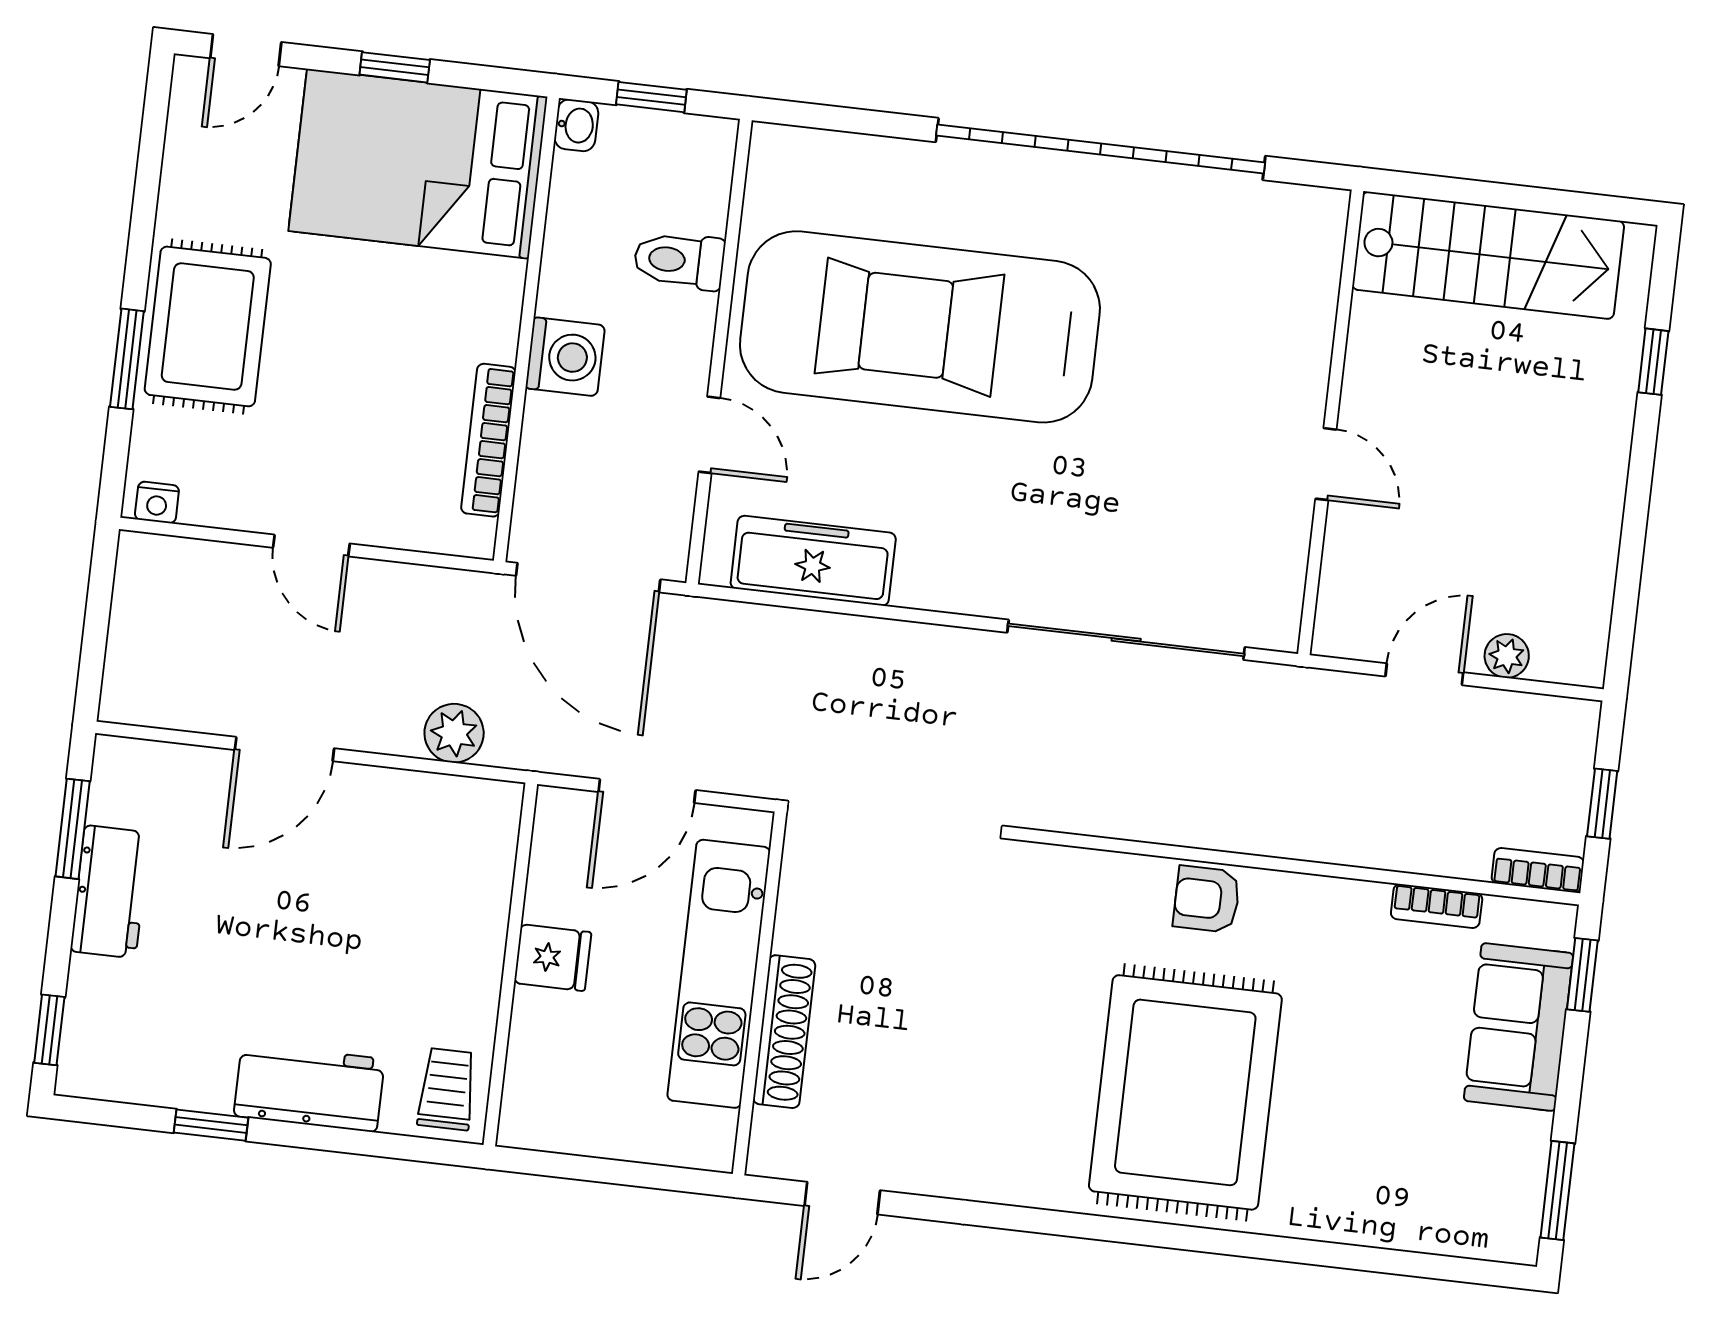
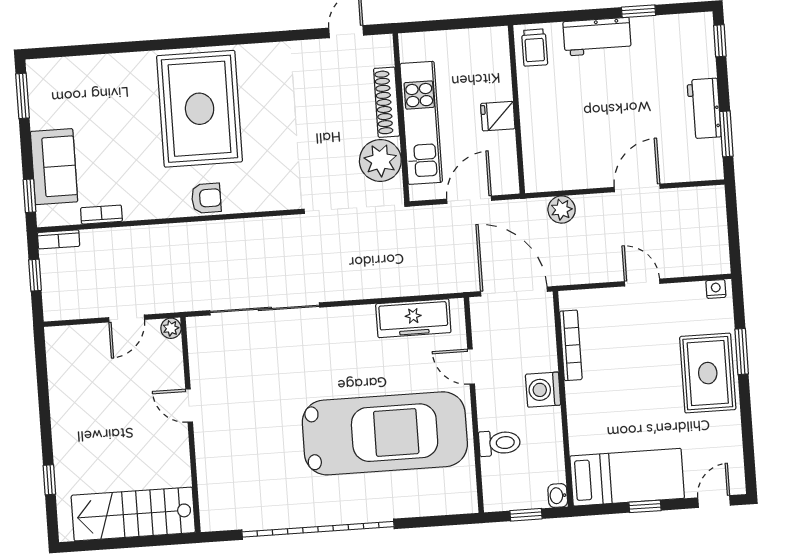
bed: (418, 164) -> (627, 477), width x0.67
plant: (1507, 656) -> (171, 328), moved
plant: (821, 910) -> (380, 160), added

